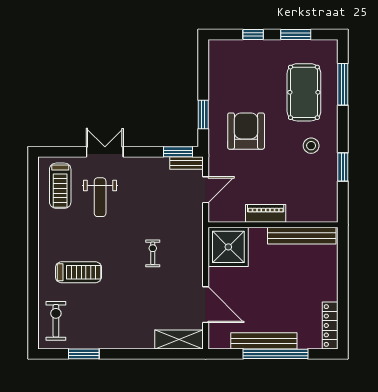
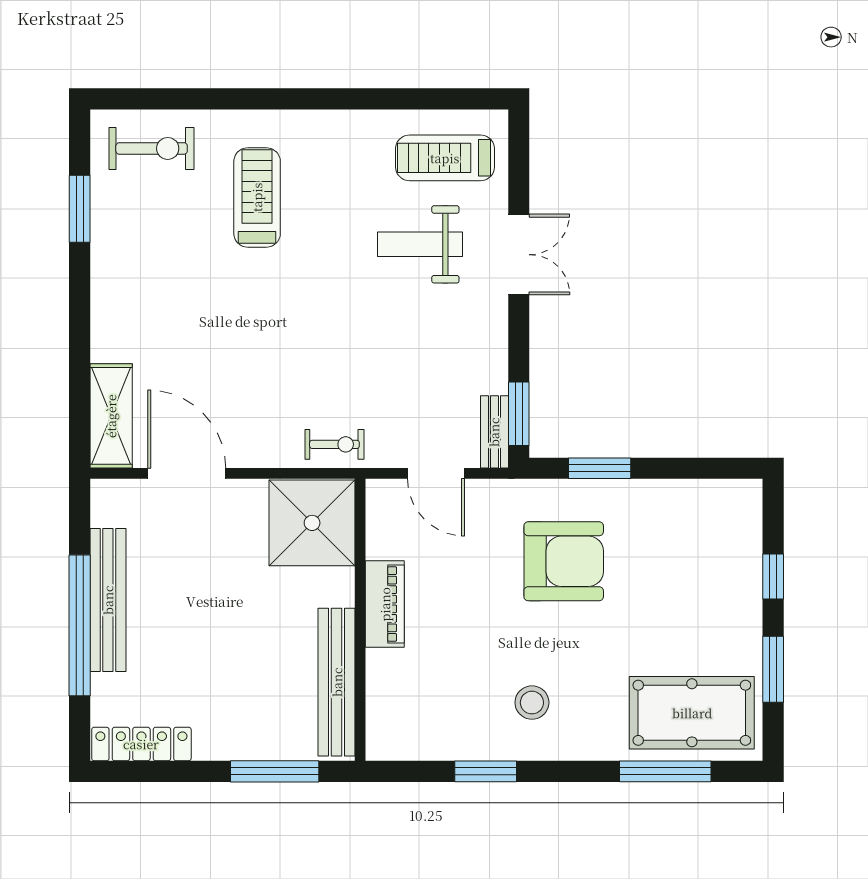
pool table: (304, 92) -> (692, 713), moved
exercise bike: (153, 253) -> (334, 444), moved
window: (343, 264) -> (275, 771), added
treadmill: (78, 272) -> (257, 197), turned 180
door: (206, 305) -> (187, 473), swing flipped

